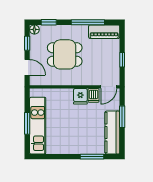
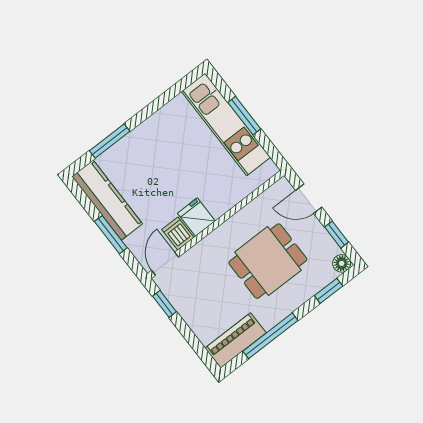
window: (122, 60) -> (165, 304), moved

